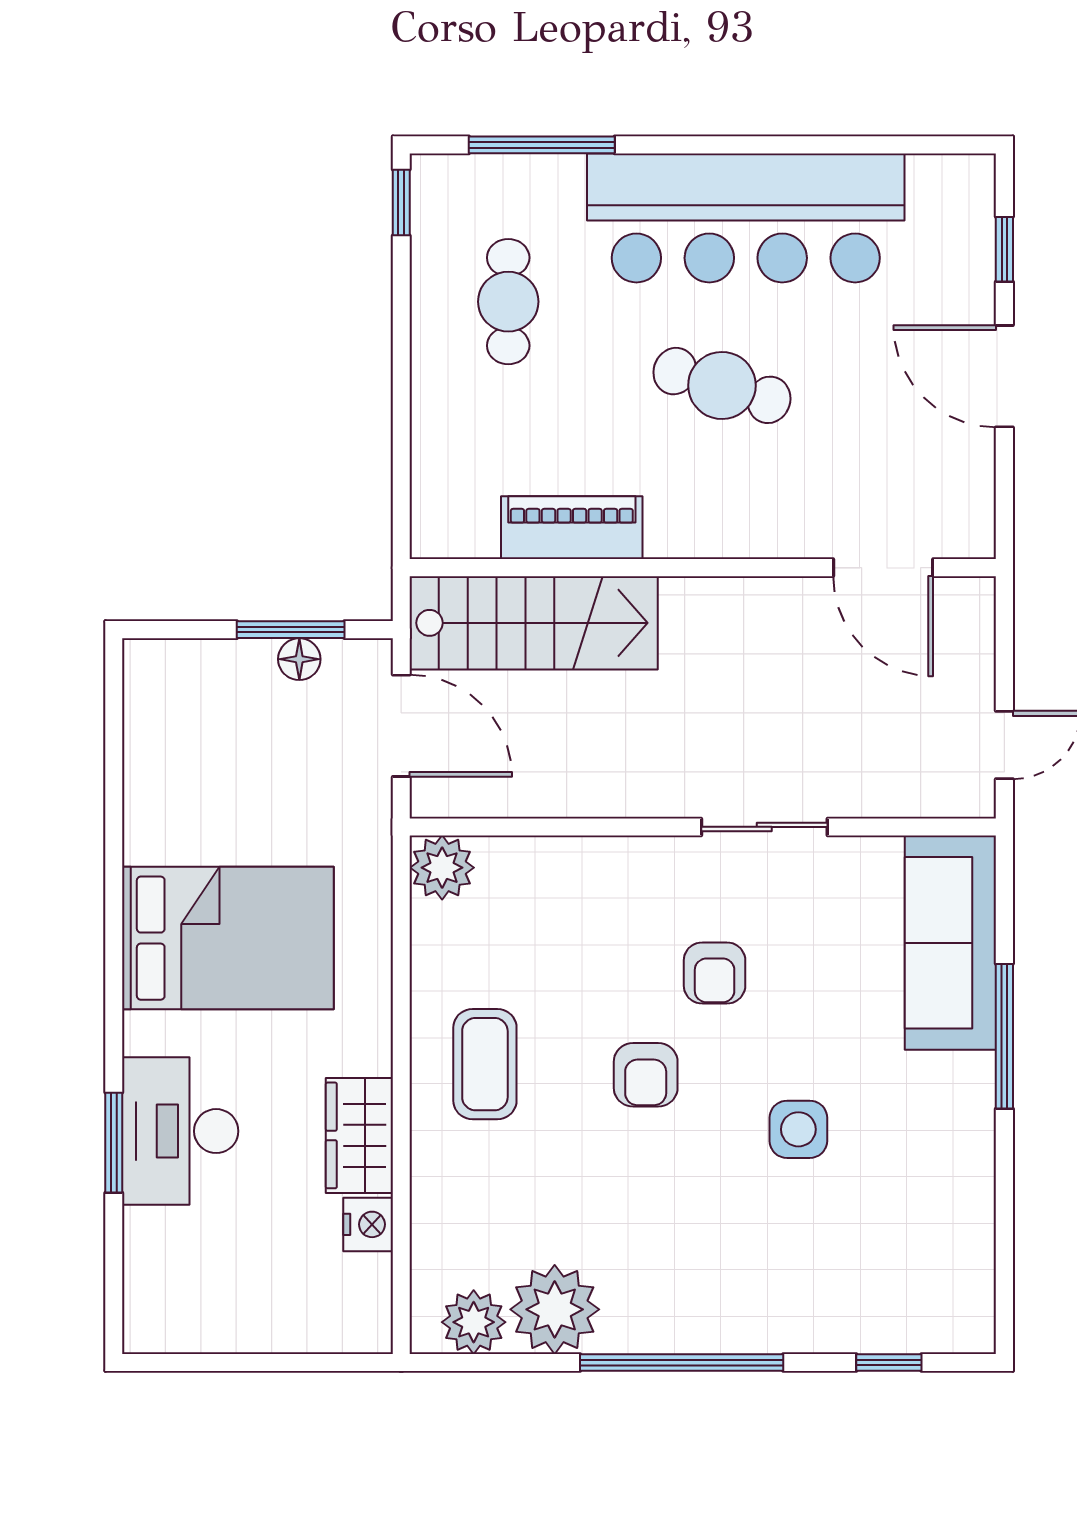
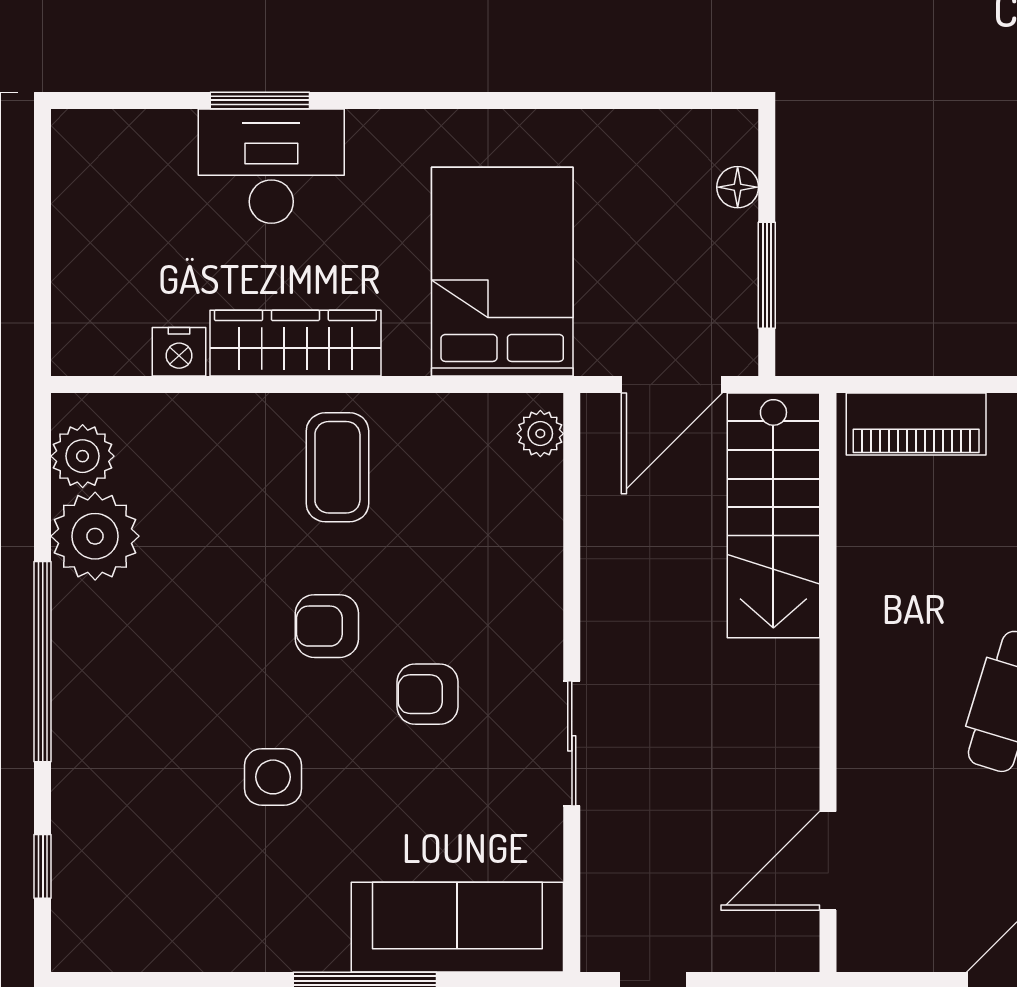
piano: (572, 528) -> (916, 424), moved, turned 90
floor lamp: (299, 659) -> (738, 187), moved
plant: (442, 868) -> (540, 434), width x0.73, depth x0.73
bed: (228, 938) -> (502, 272), moved, turned 180
coffee table: (485, 1064) -> (337, 467), turned 90
wardrobe: (359, 1135) -> (295, 343), width x1.50

